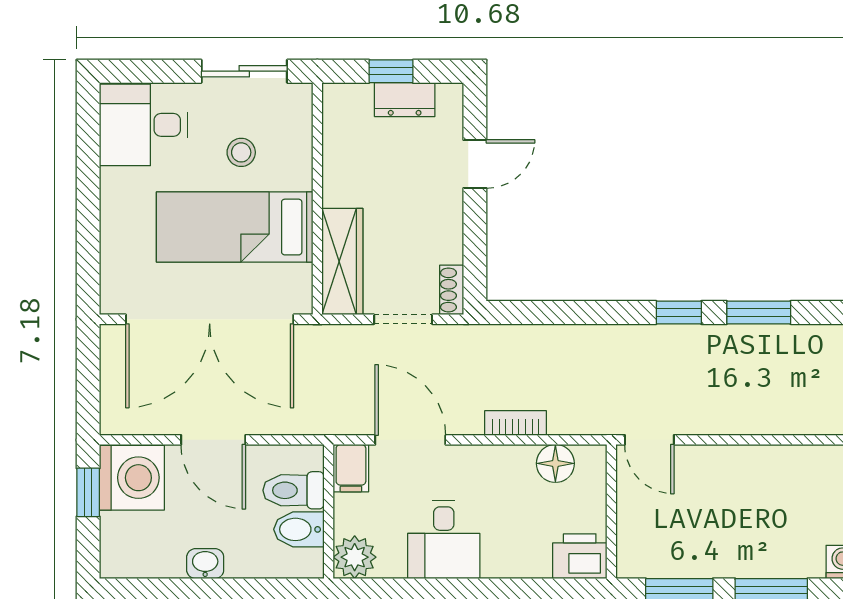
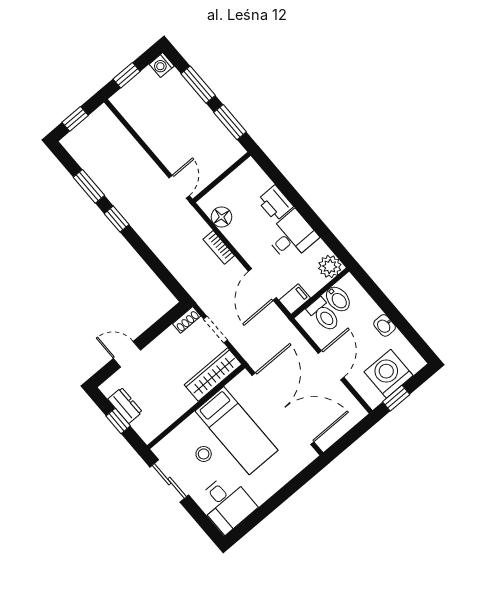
washing machine: (132, 478) -> (389, 374), moved
printer: (580, 556) -> (275, 203), moved

